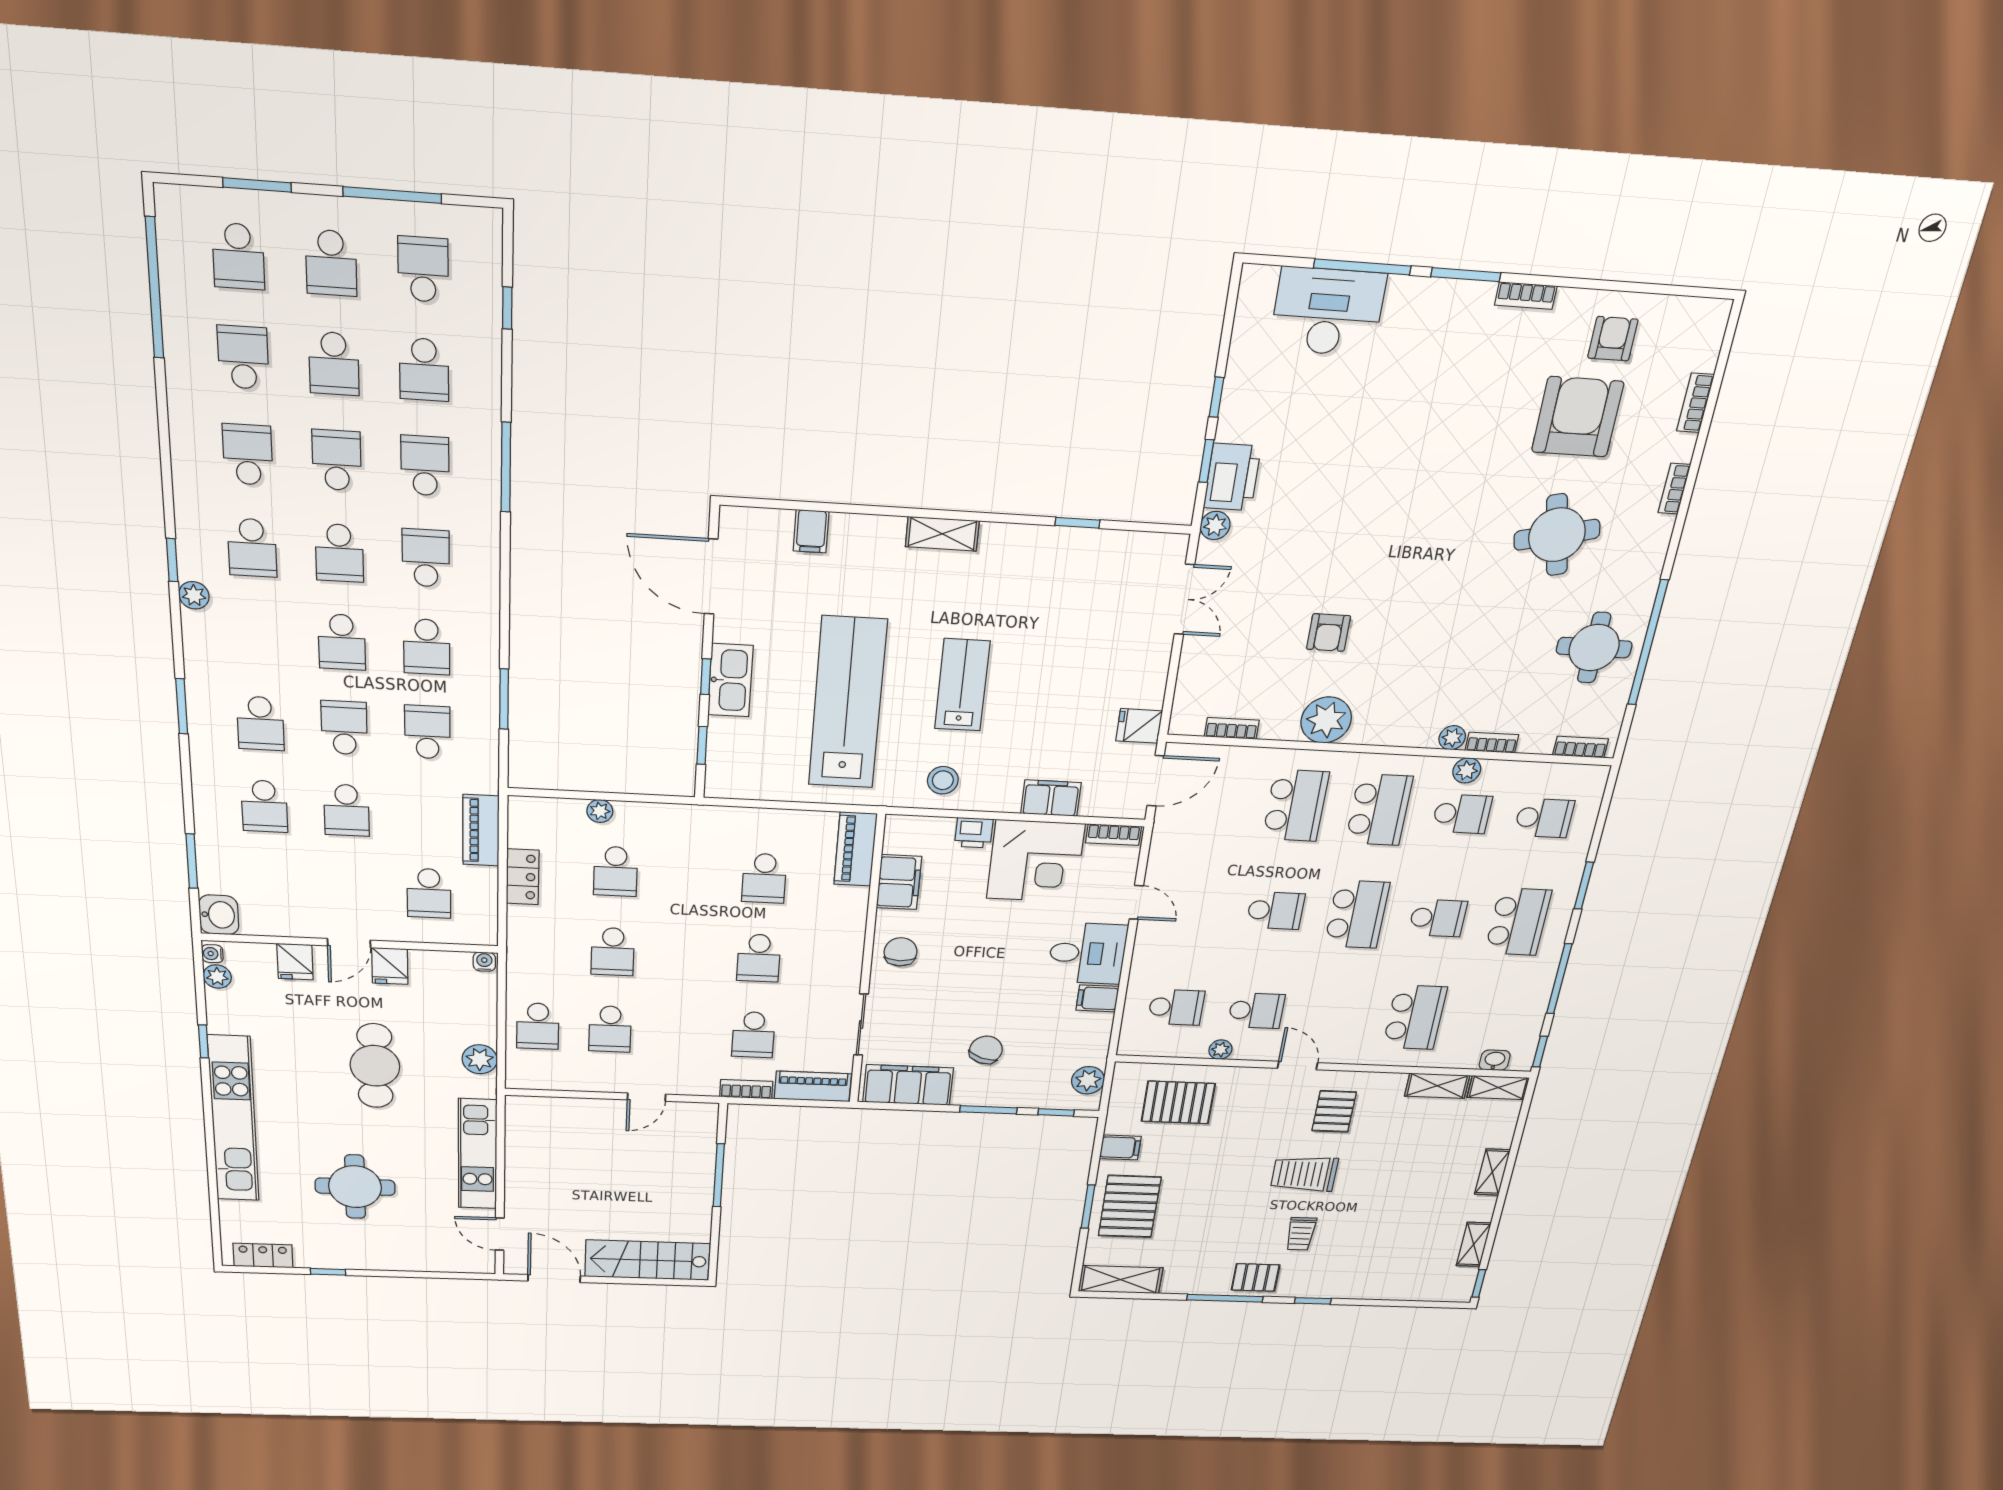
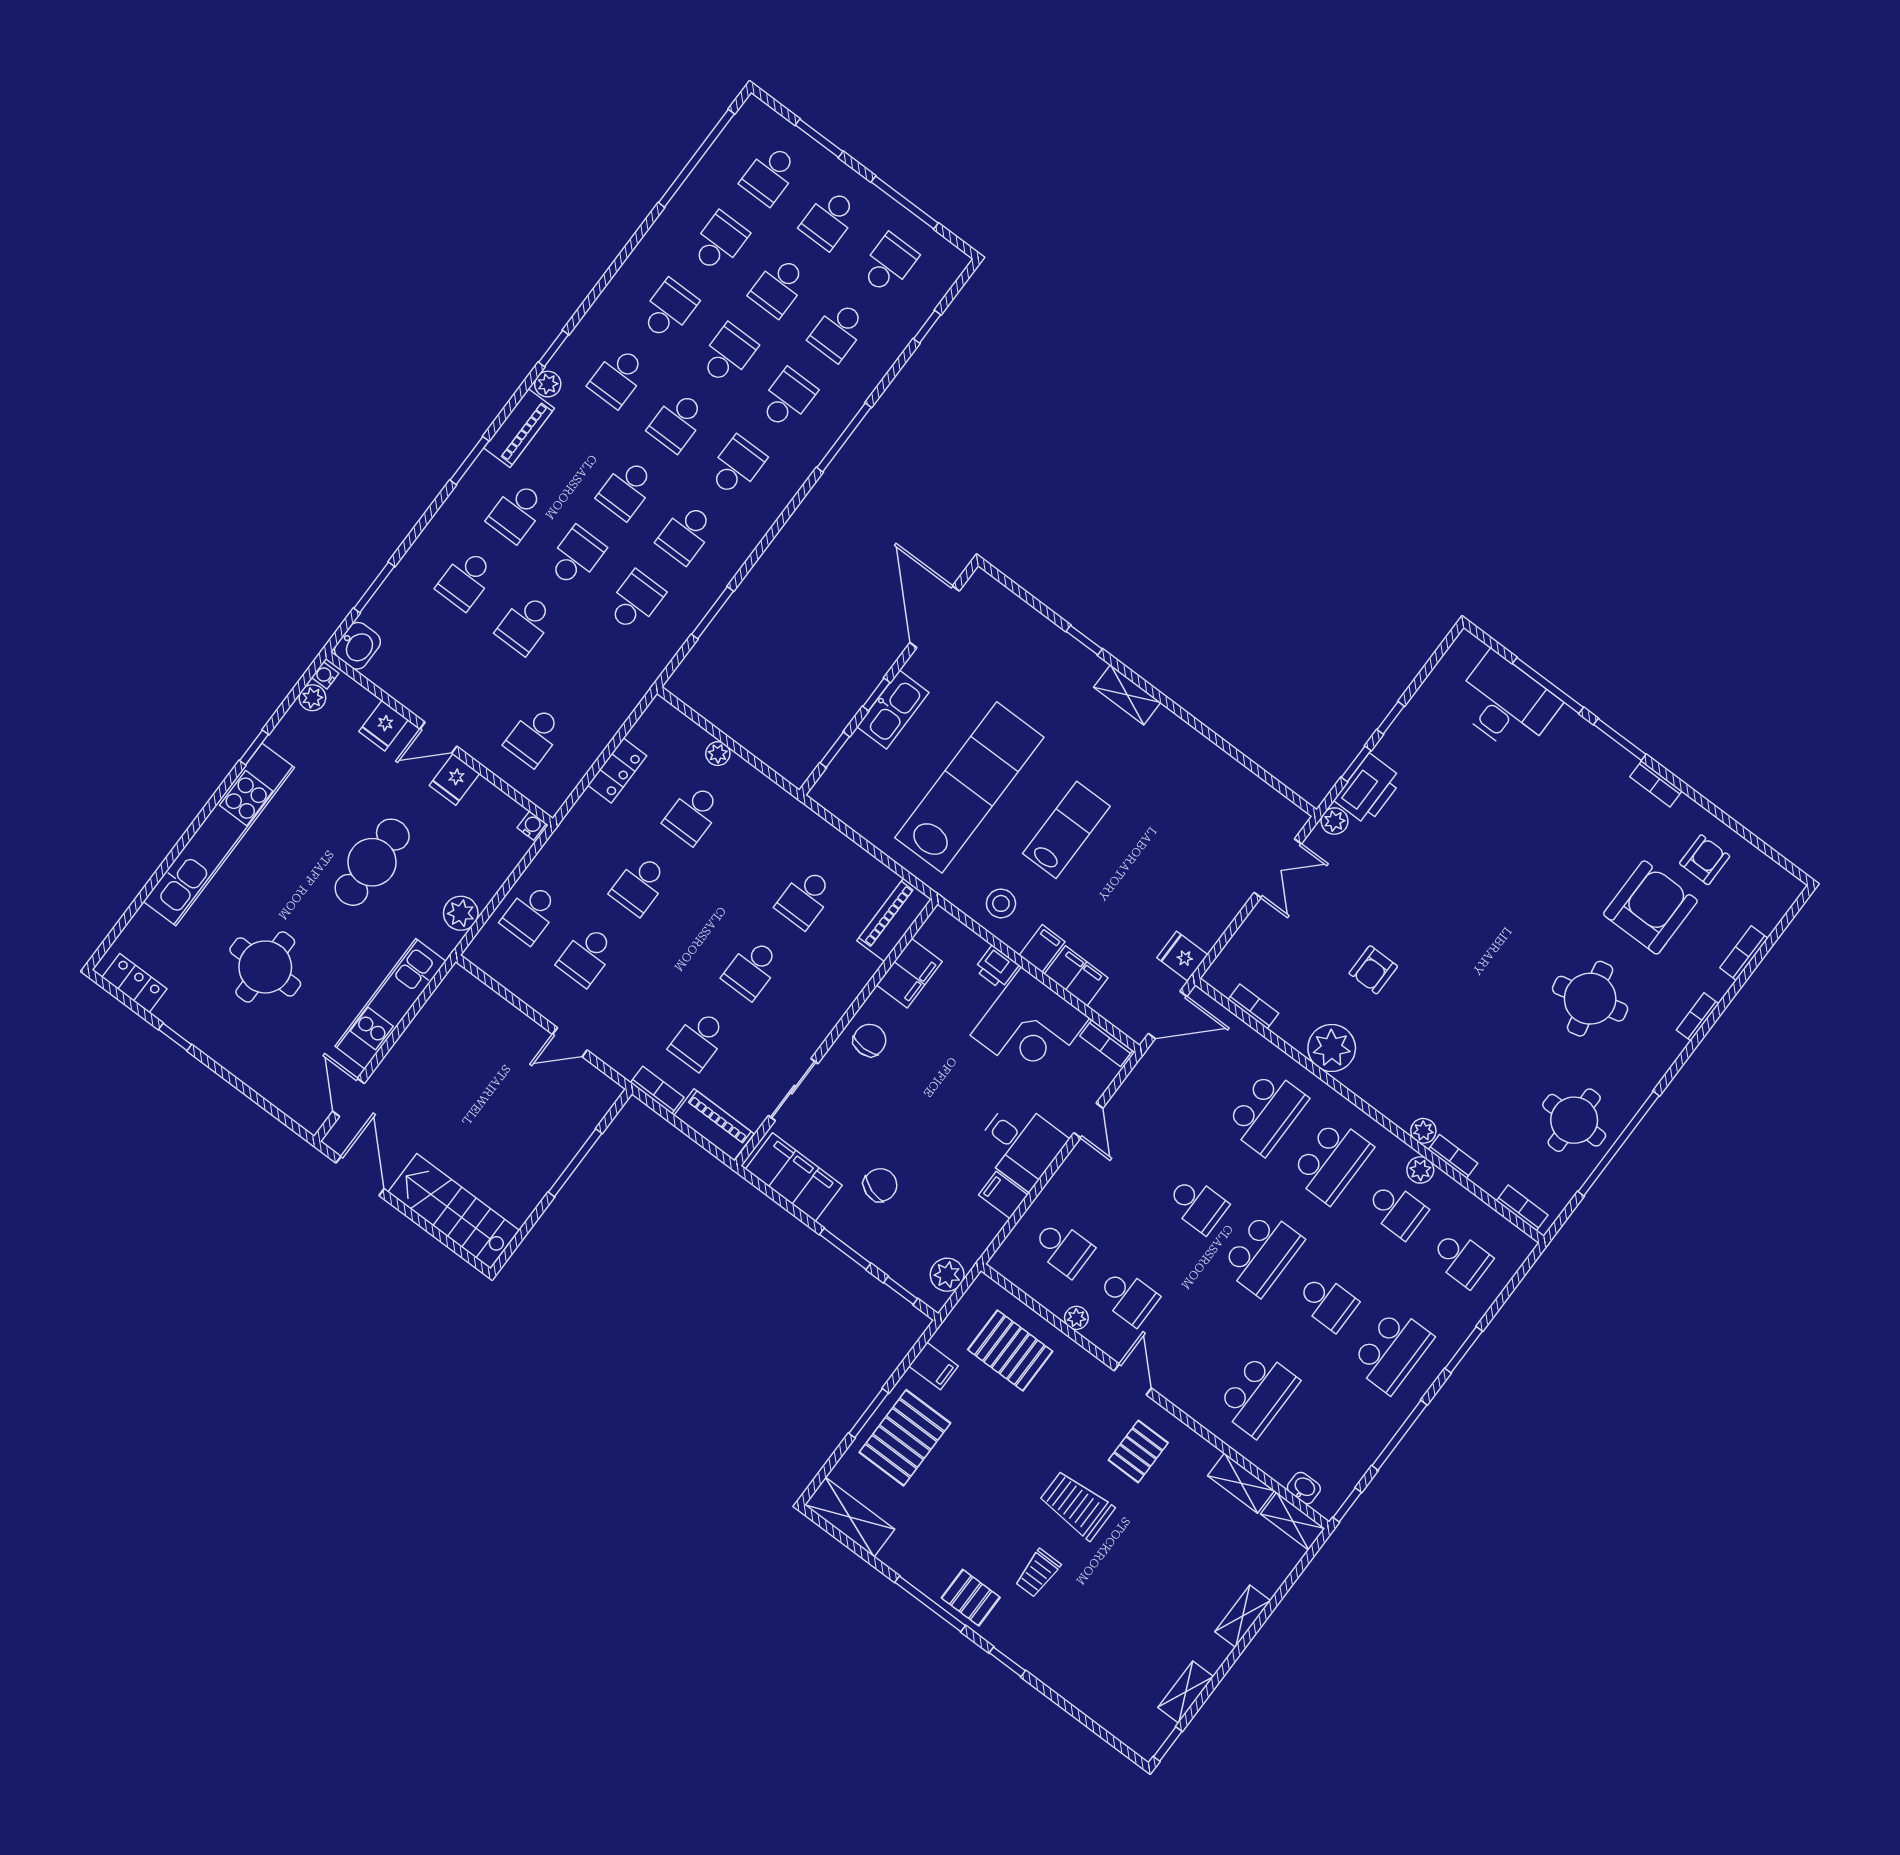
window: (1077, 523) -> (1084, 640), moved
filing cabinet: (811, 531) -> (1042, 949), moved, turned 180
piano: (481, 830) -> (519, 428), moved, turned 180

